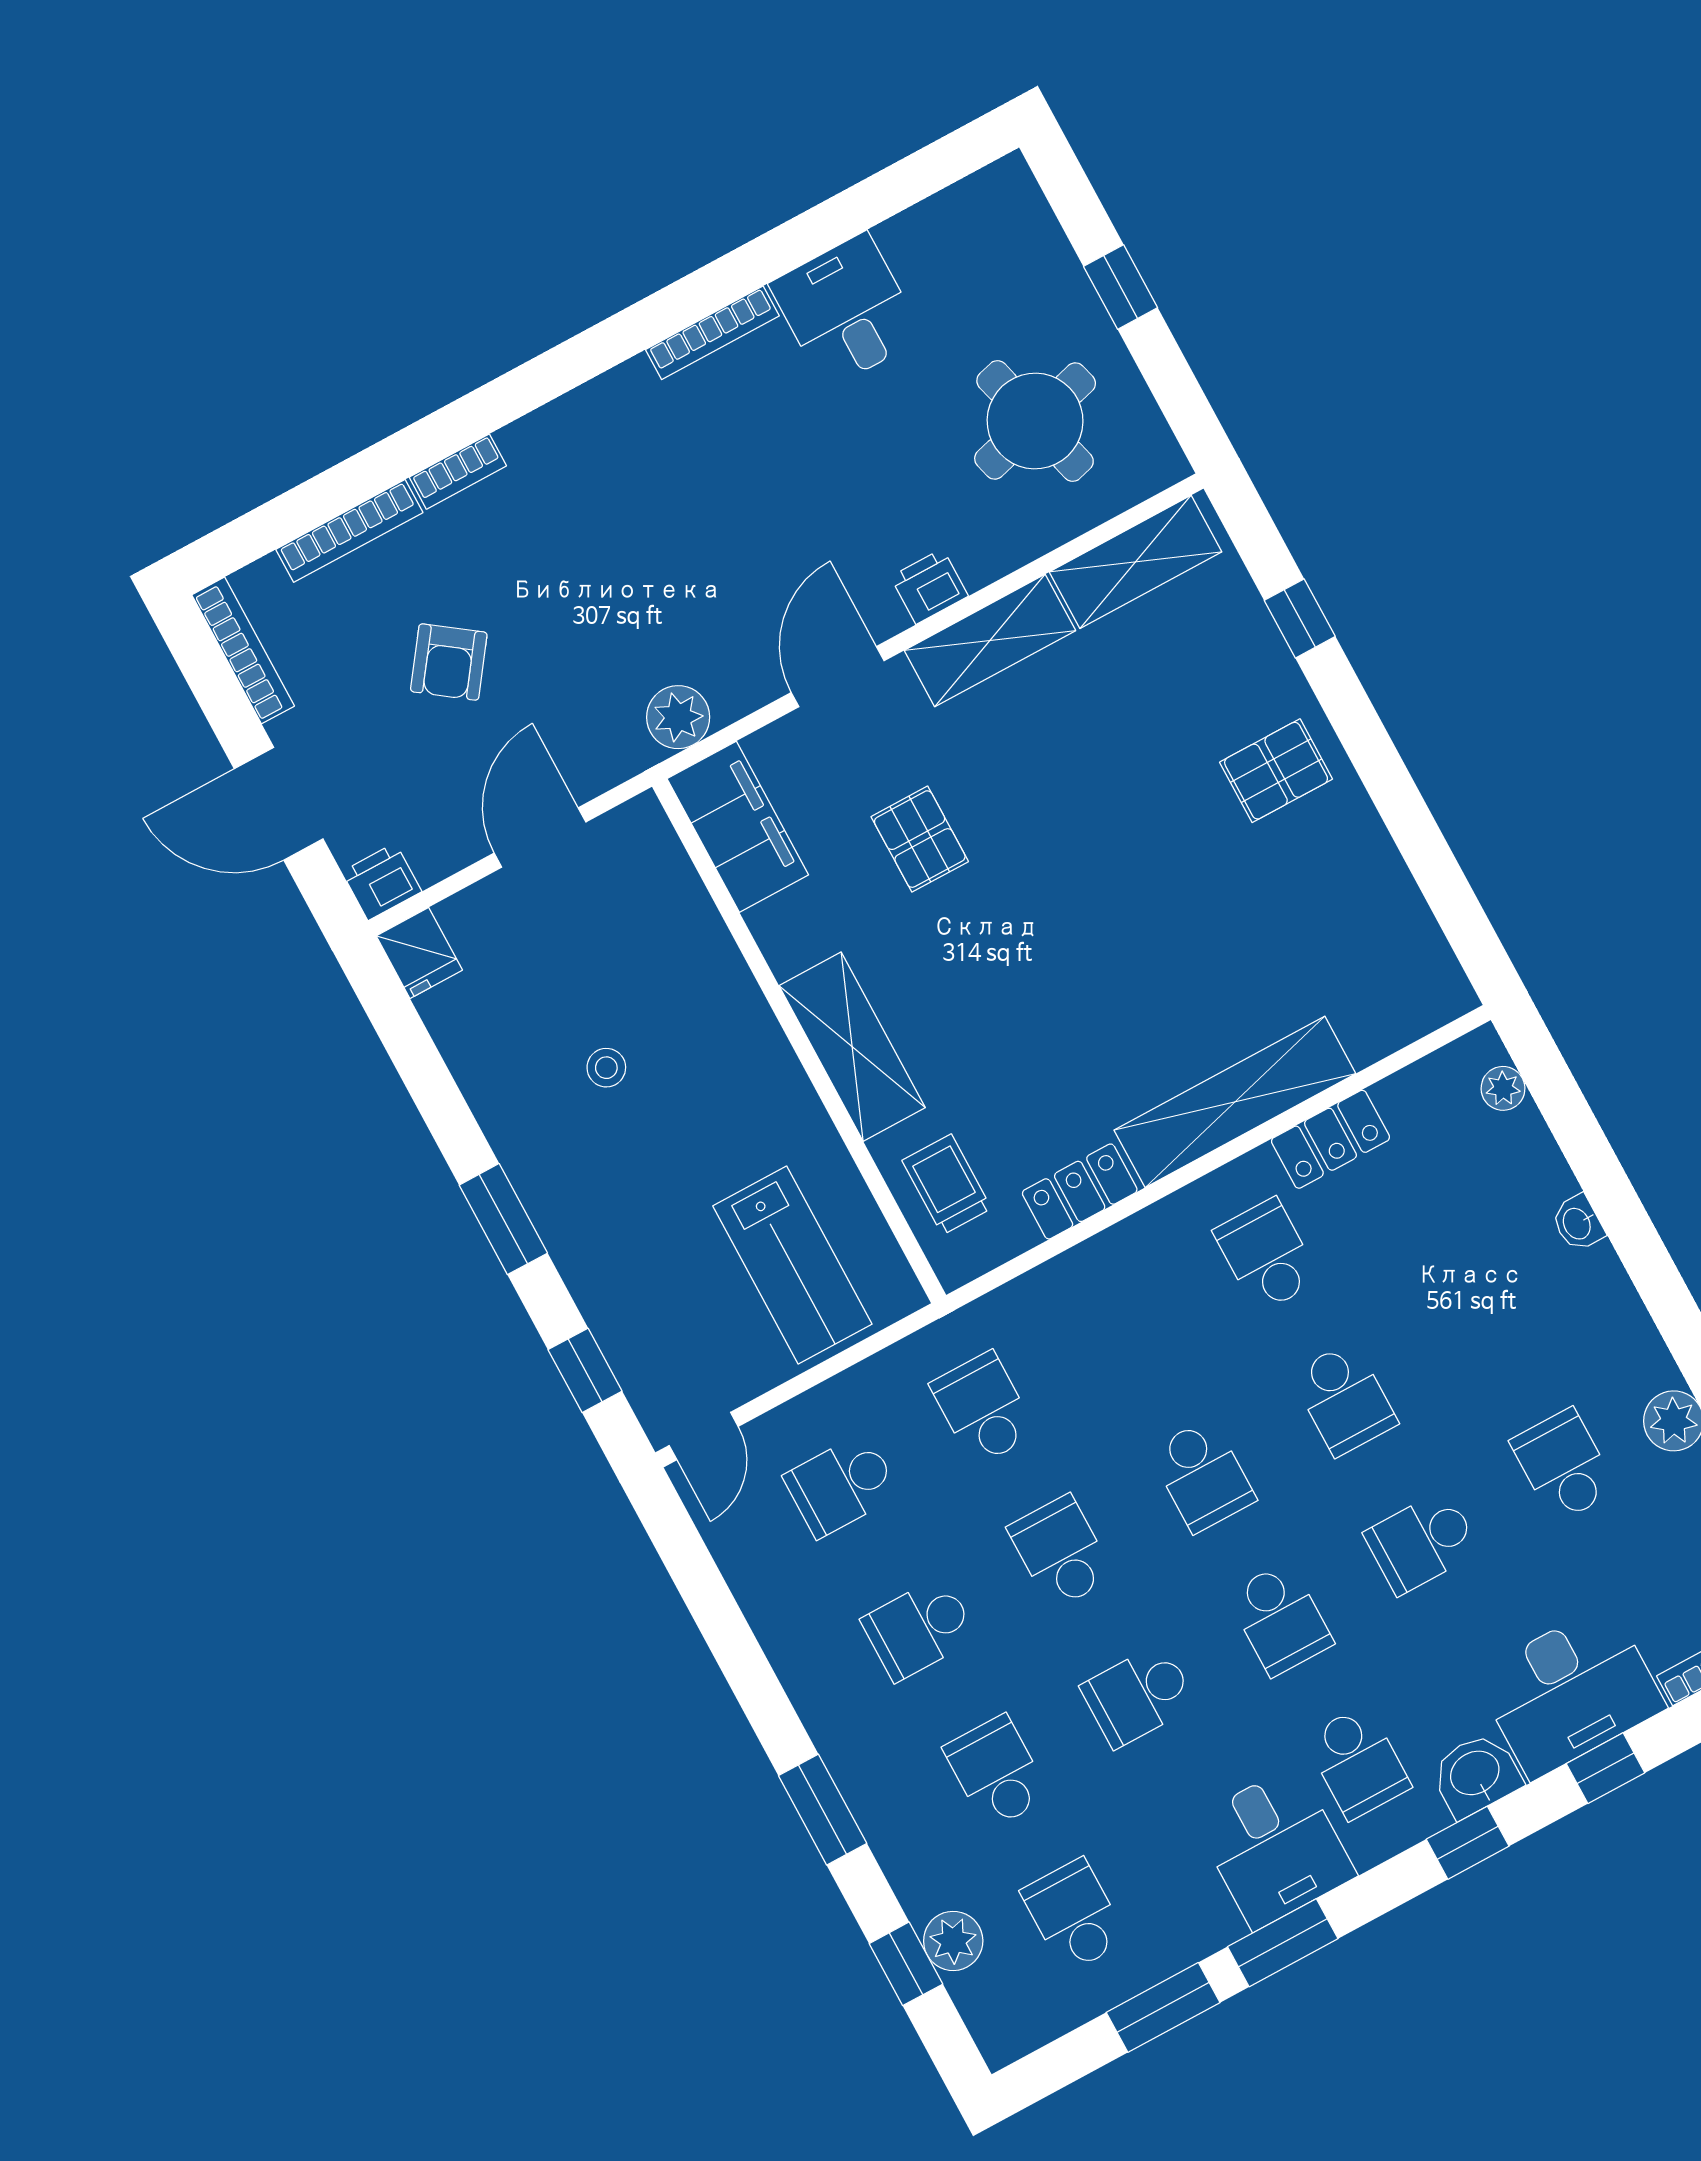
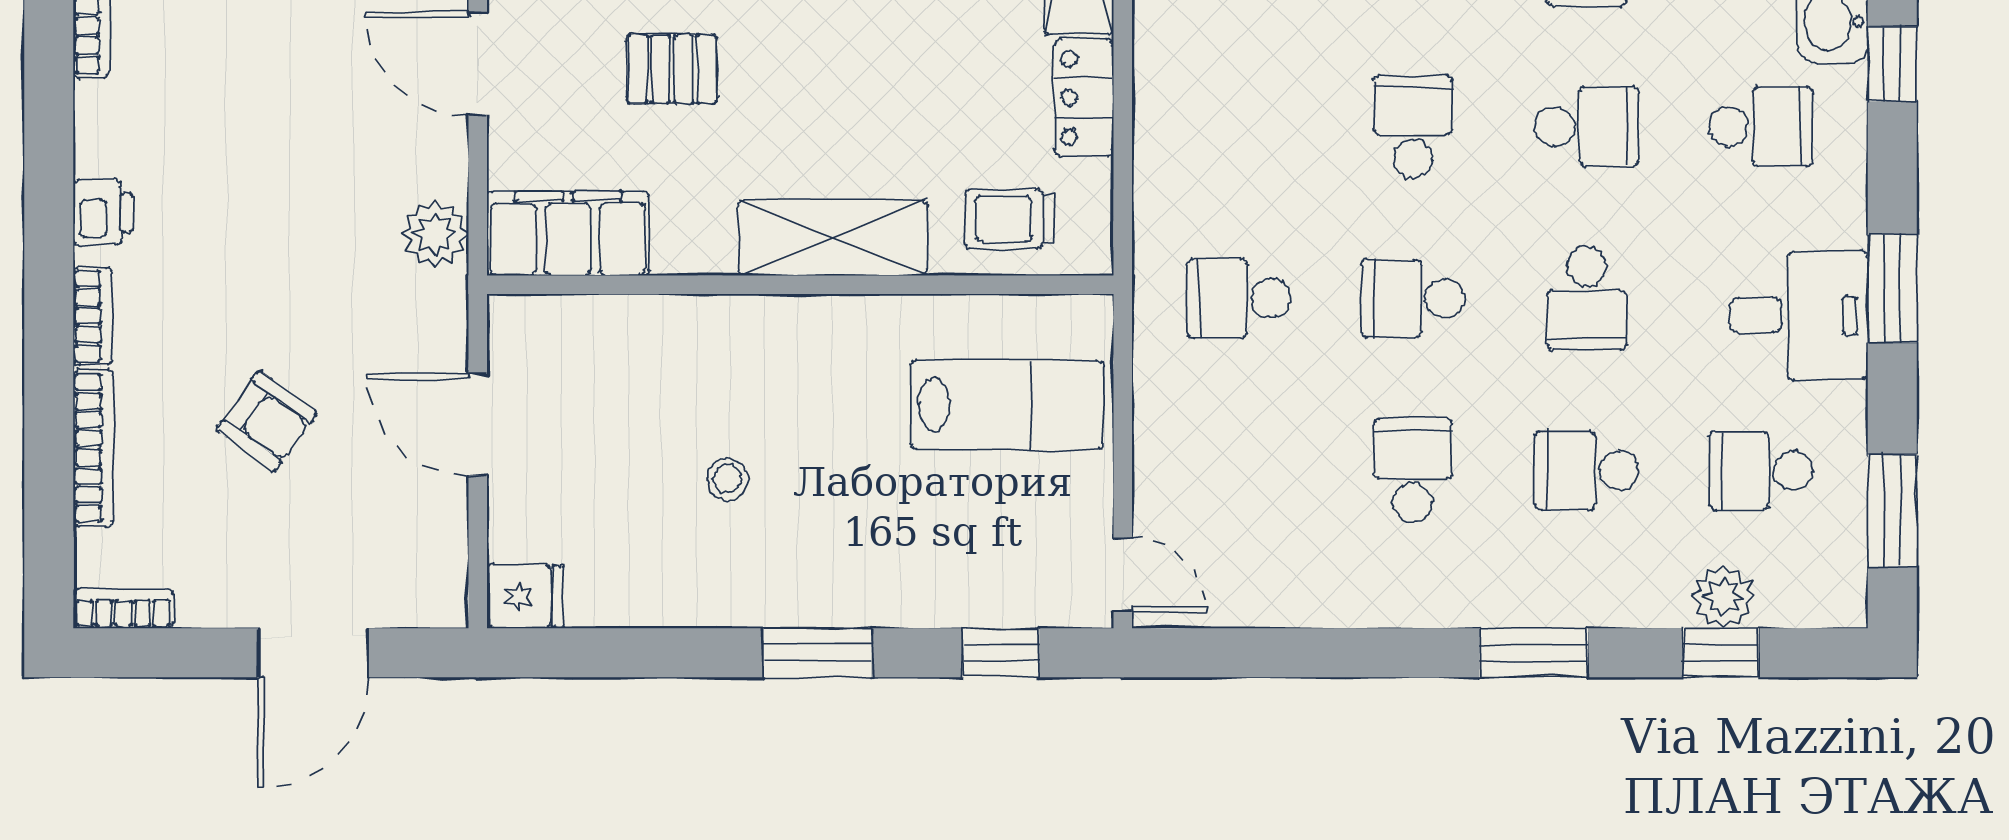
bookcase: (243, 650) -> (123, 608), width x0.64
printer: (382, 882) -> (103, 213), moved, turned 180
school desk: (1203, 1475) -> (1413, 127), turned -90
school desk: (841, 1485) -> (1239, 470), removed
school desk: (919, 1629) -> (1413, 470), turned 180
desk: (1275, 1847) -> (1799, 315), moved
window: (1163, 2007) -> (1892, 511), moved

